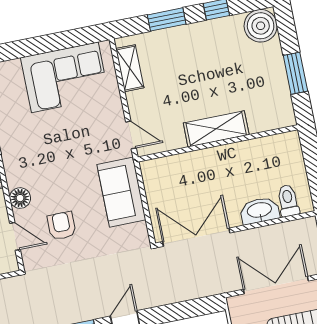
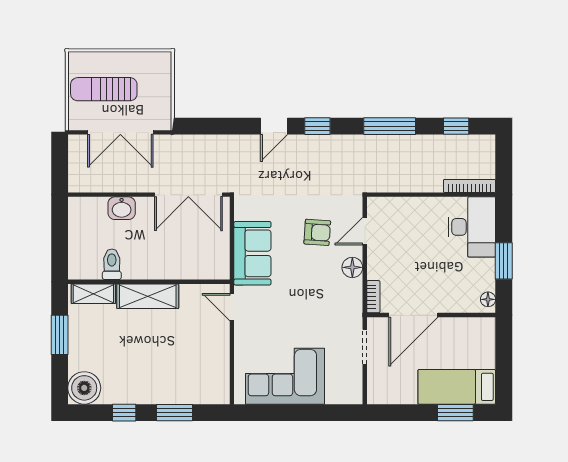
shelving: (130, 68) -> (93, 294), moved, turned 90
toilet: (288, 201) -> (112, 264), moved, turned 180
washbasin: (260, 211) -> (122, 208), width x0.72
armchair: (62, 226) -> (317, 232), turned -86
door: (15, 236) -> (365, 231), hinge flipped

